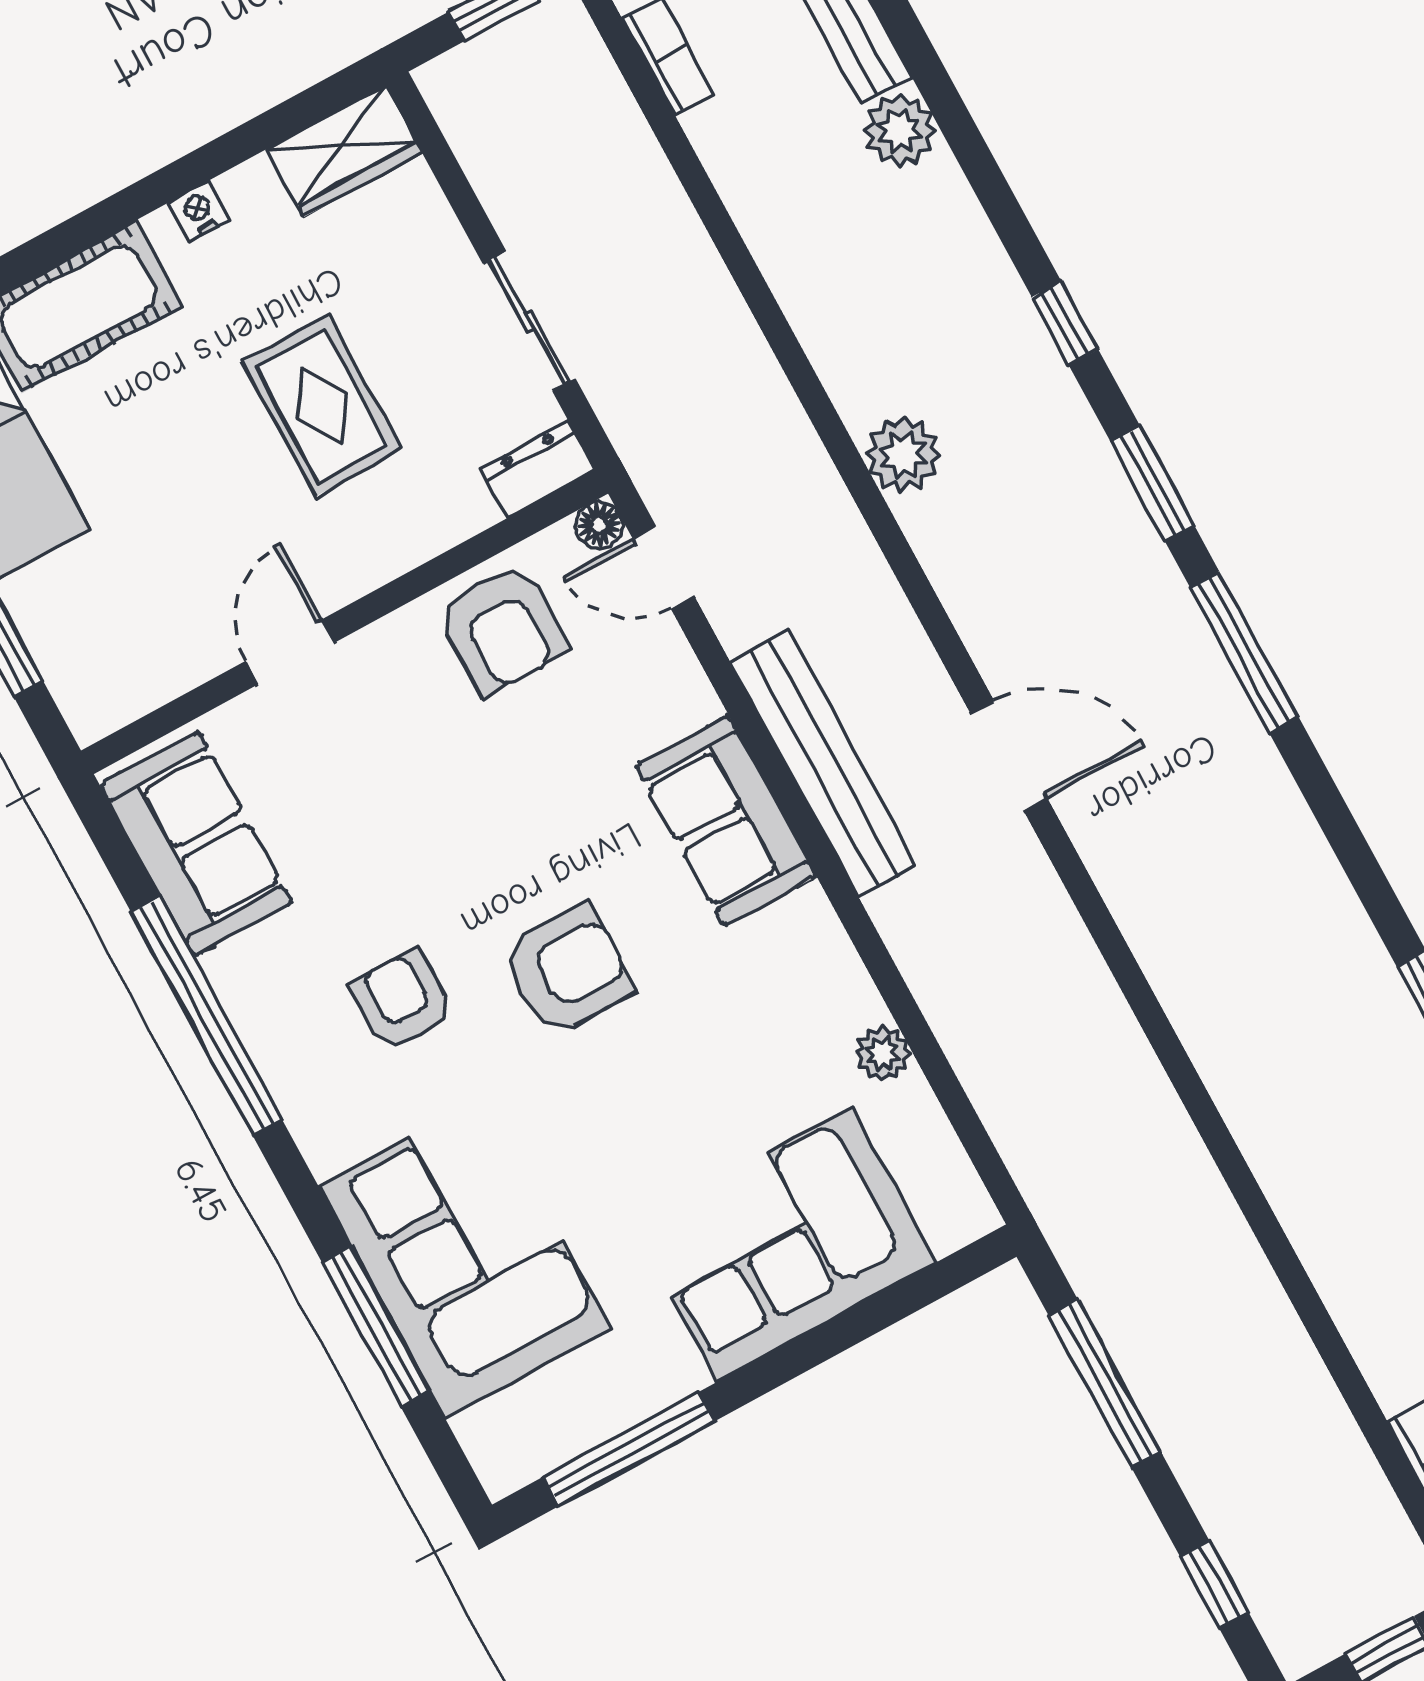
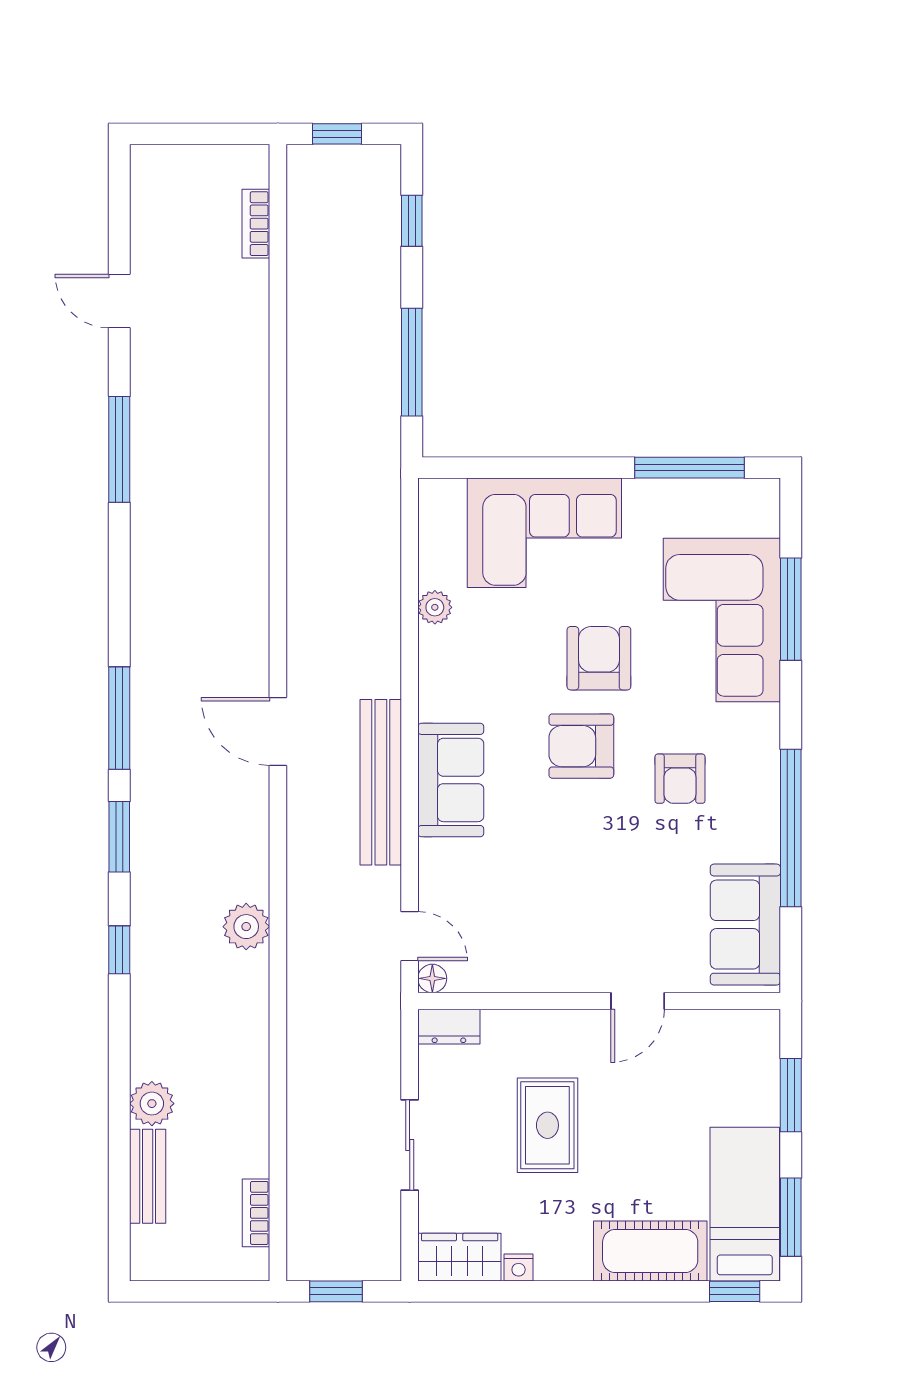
nightstand: (199, 211) -> (519, 1268), moved
sliding door: (529, 321) -> (410, 1145), moved
armchair: (502, 629) -> (599, 658), moved

